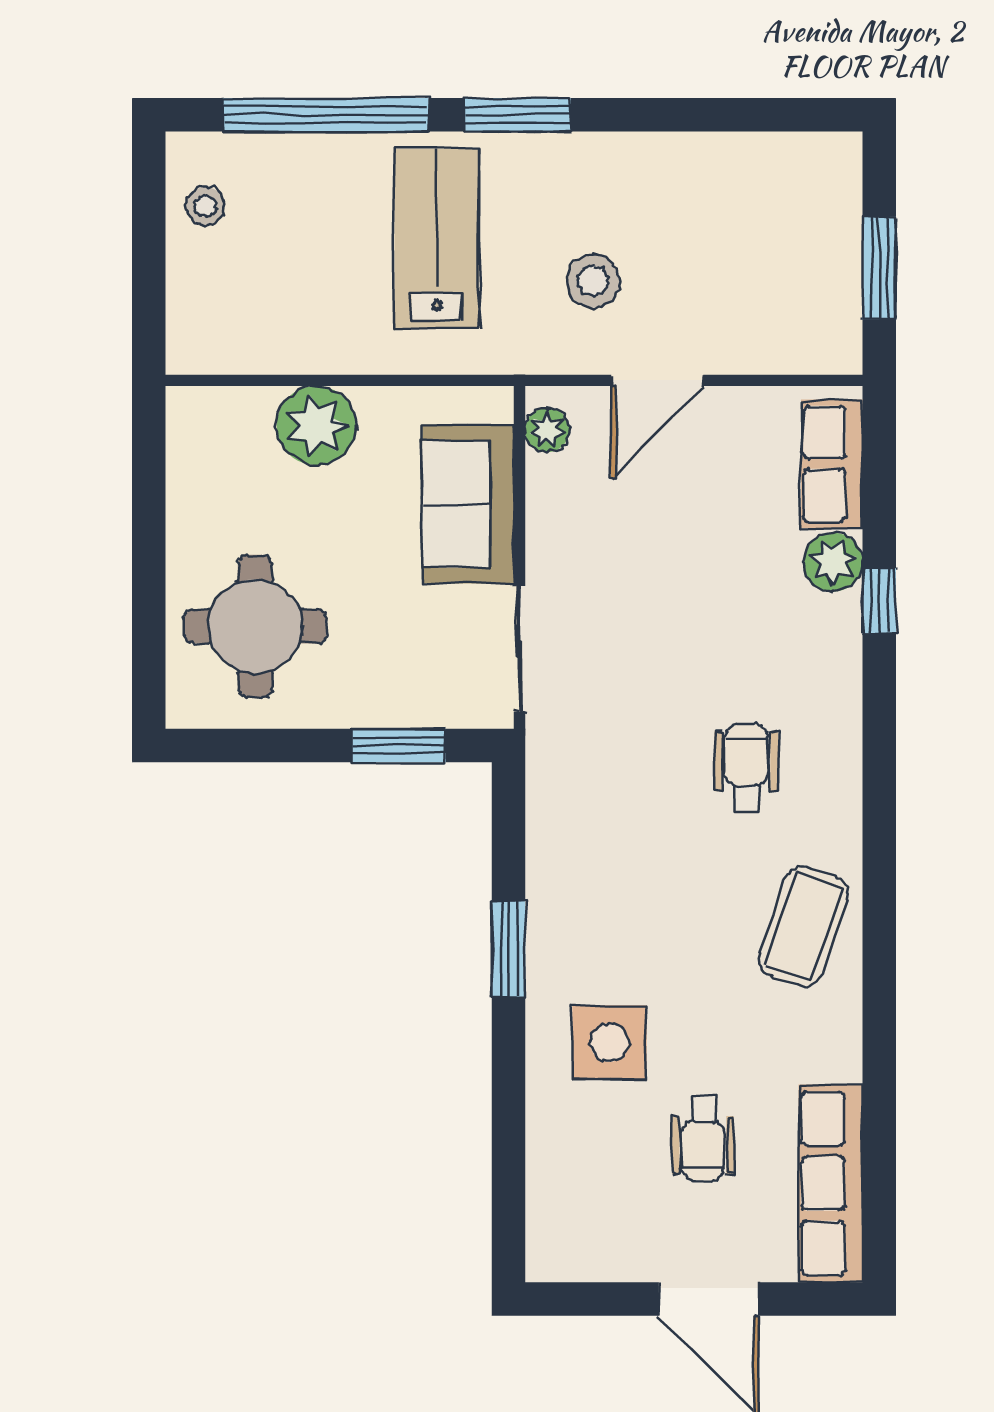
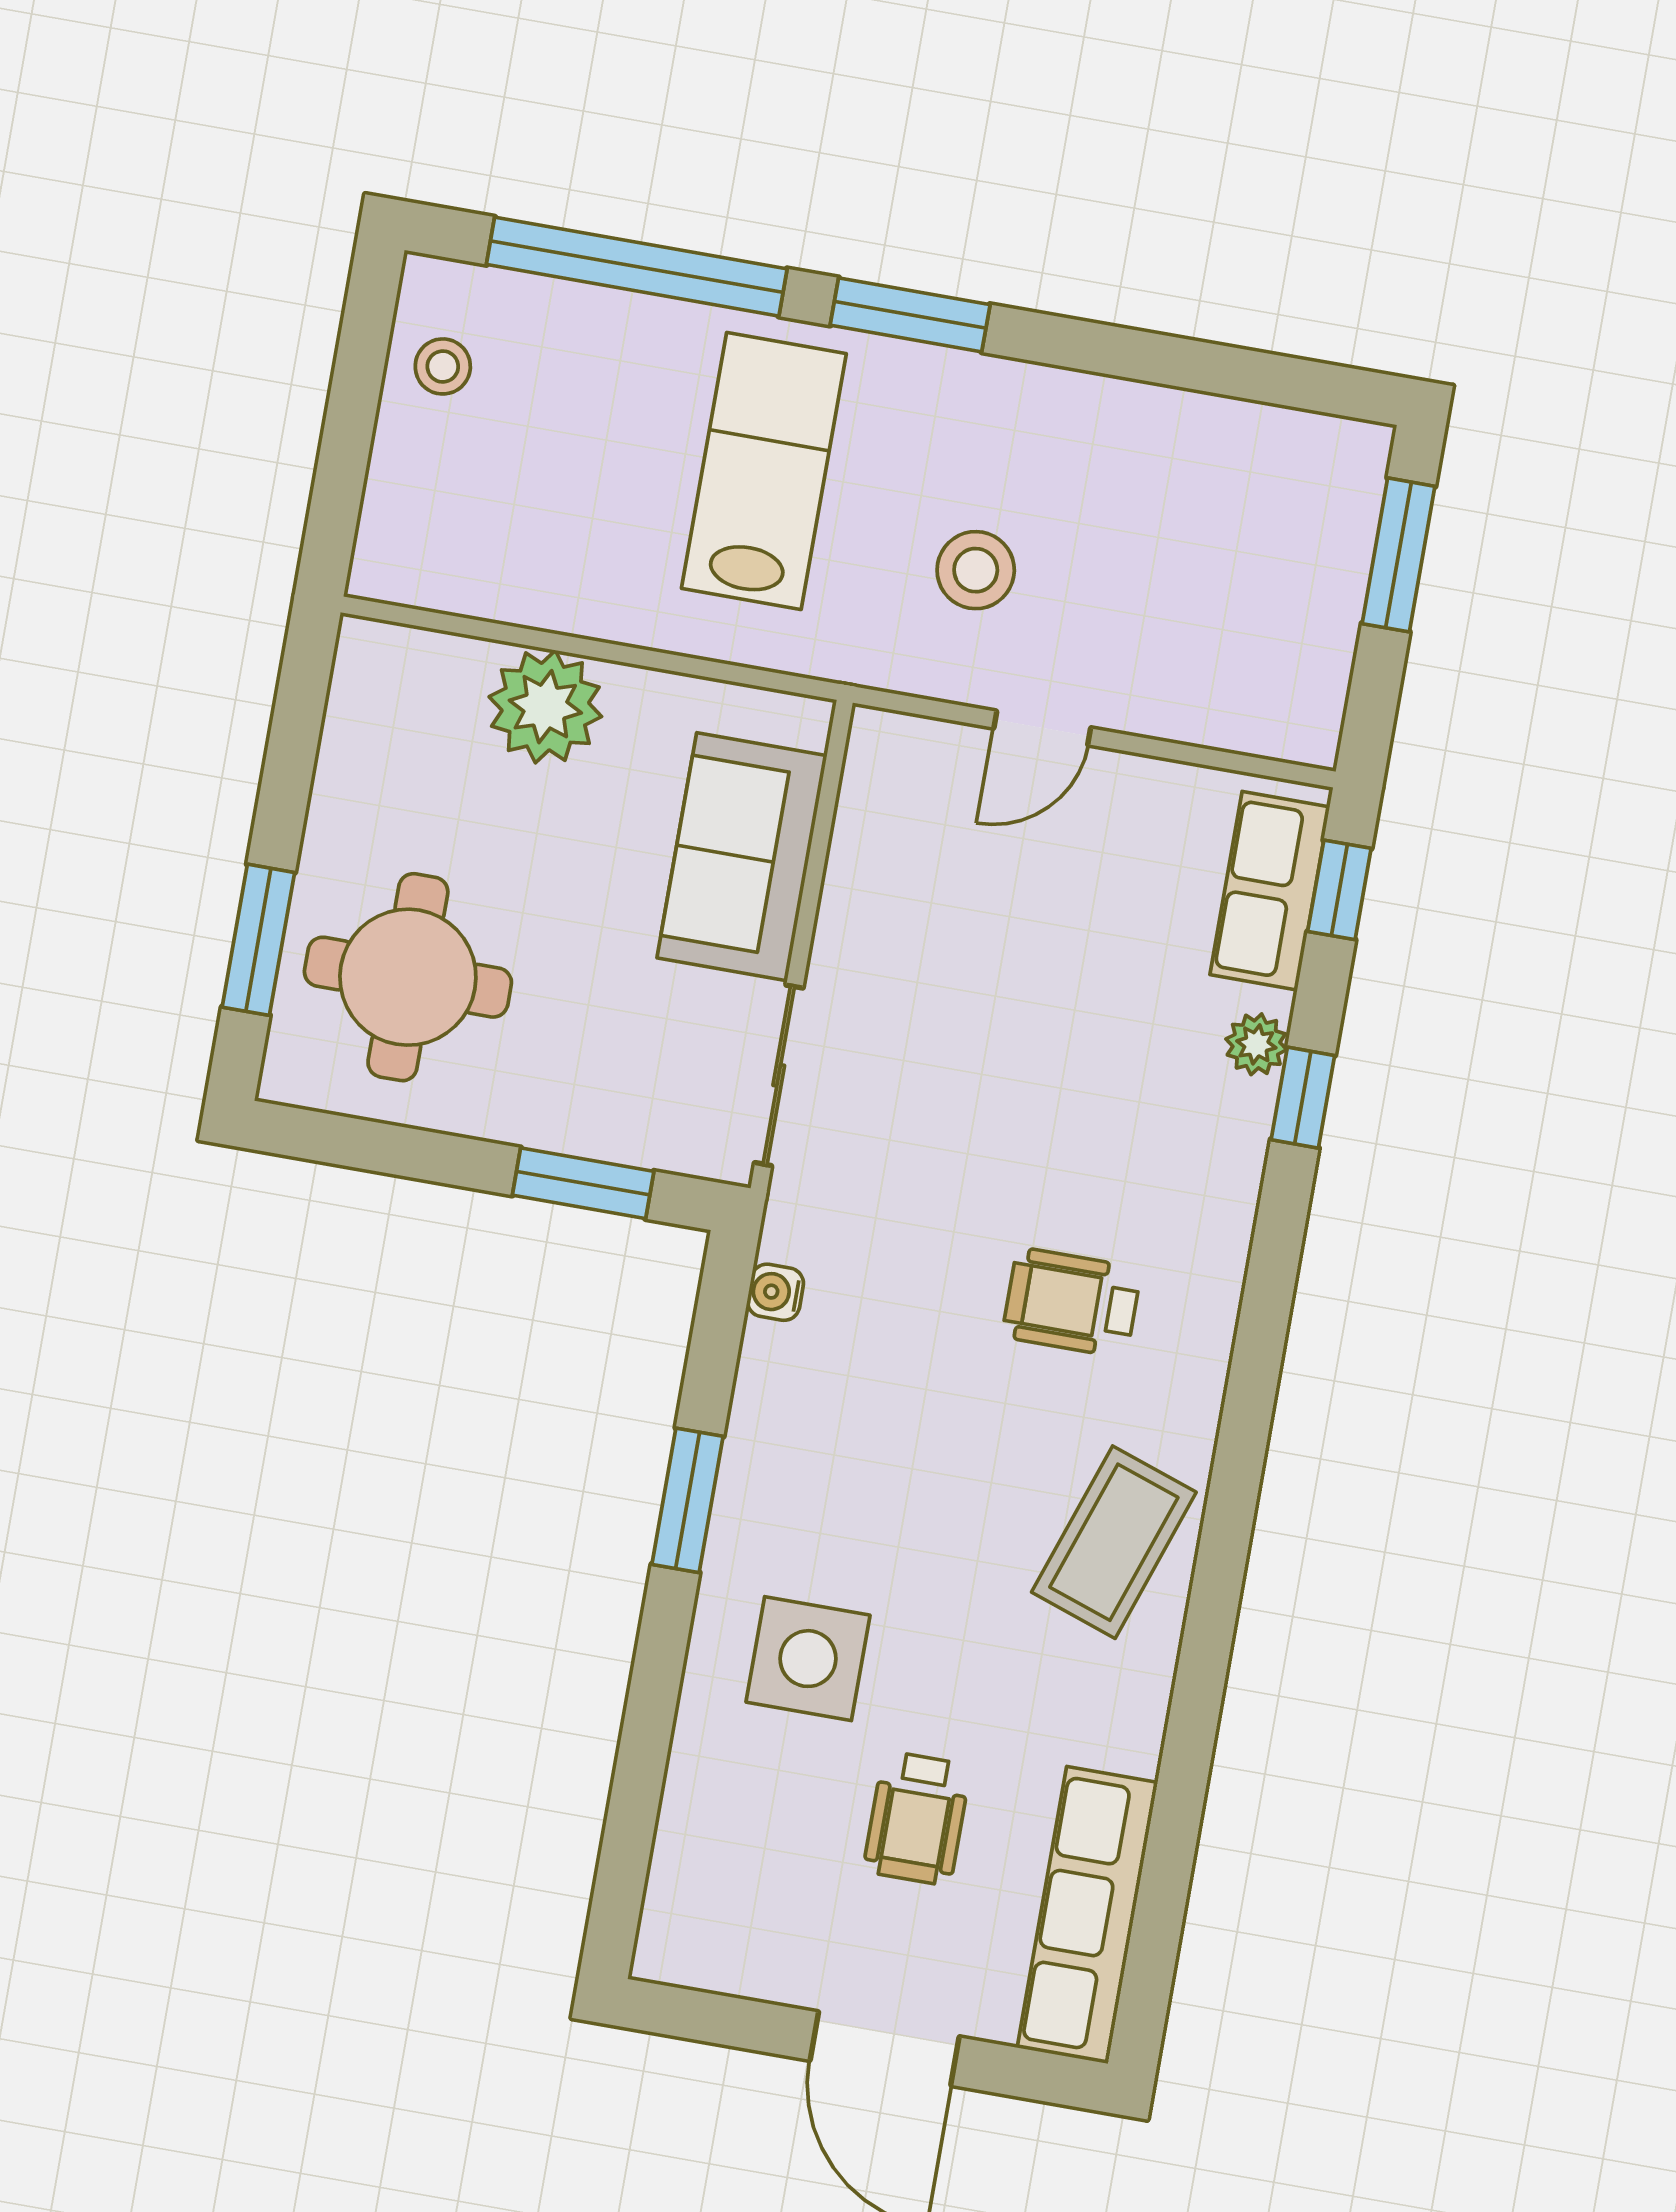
window: (879, 268) -> (1398, 555), moved
door: (657, 380) -> (1042, 728), width x0.73
plant: (547, 430) -> (873, 771), removed
window: (879, 455) -> (1339, 890), added
plant: (833, 562) -> (1256, 1044), width x0.73, depth x0.73
window: (149, 619) -> (258, 940), added
wheelchair: (746, 768) -> (1072, 1302), turned -90
water cooler: (543, 797) -> (775, 1292), added

